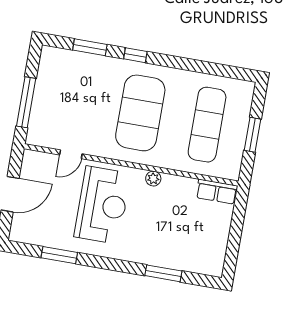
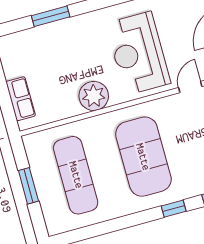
plant: (153, 179) -> (94, 96), width x1.88, depth x1.88
row of seats: (217, 192) -> (21, 99), moved, turned 90

